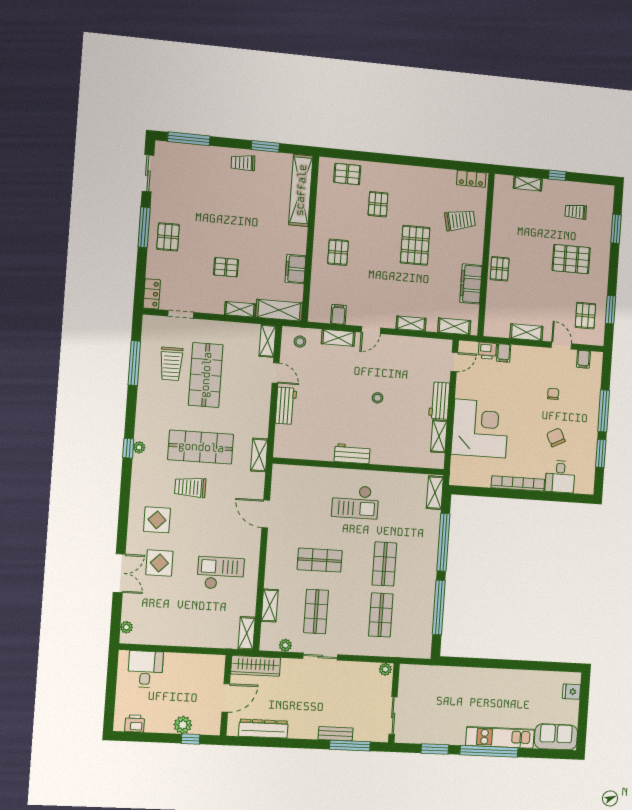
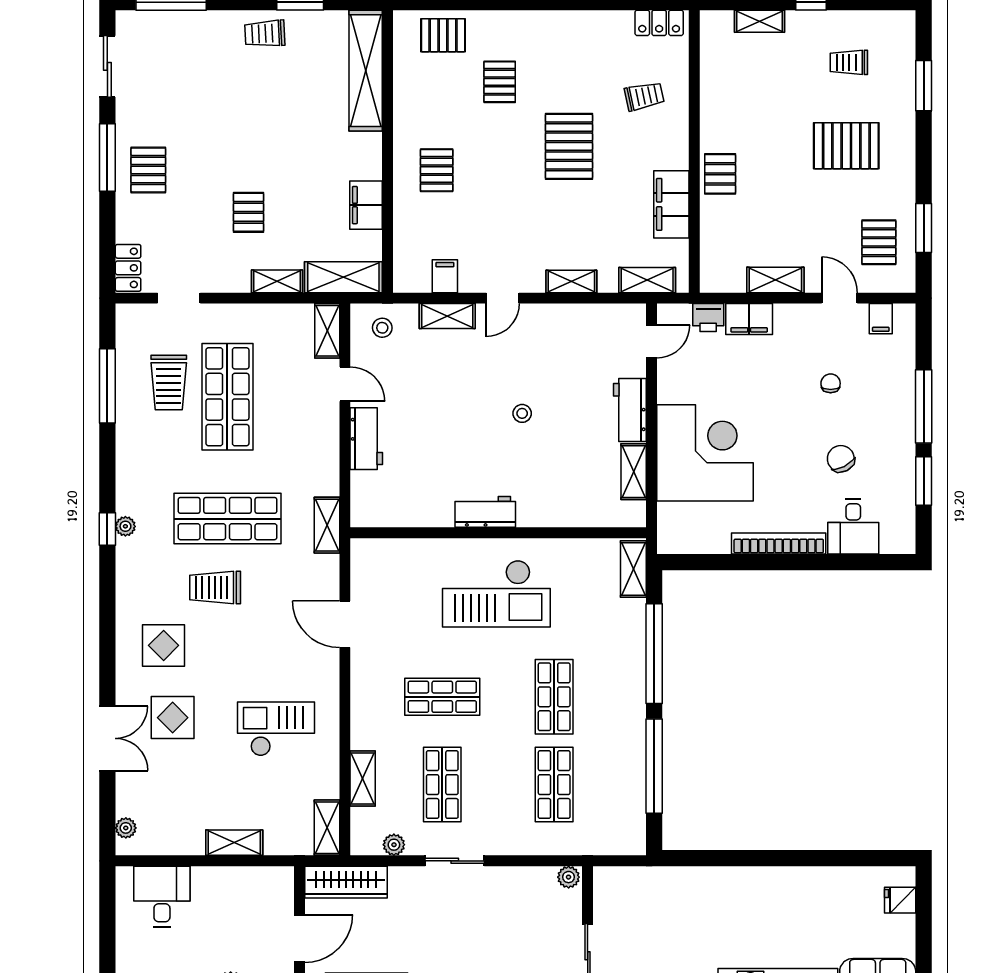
trolley: (460, 220) -> (644, 96), width x0.73, depth x0.72
pallet: (226, 267) -> (248, 212), turned 90
filing cabinet: (504, 353) -> (749, 319), width x2.00
checkout: (355, 502) -> (496, 594), width x1.36, depth x1.21
shelving: (191, 639) -> (234, 843), added

